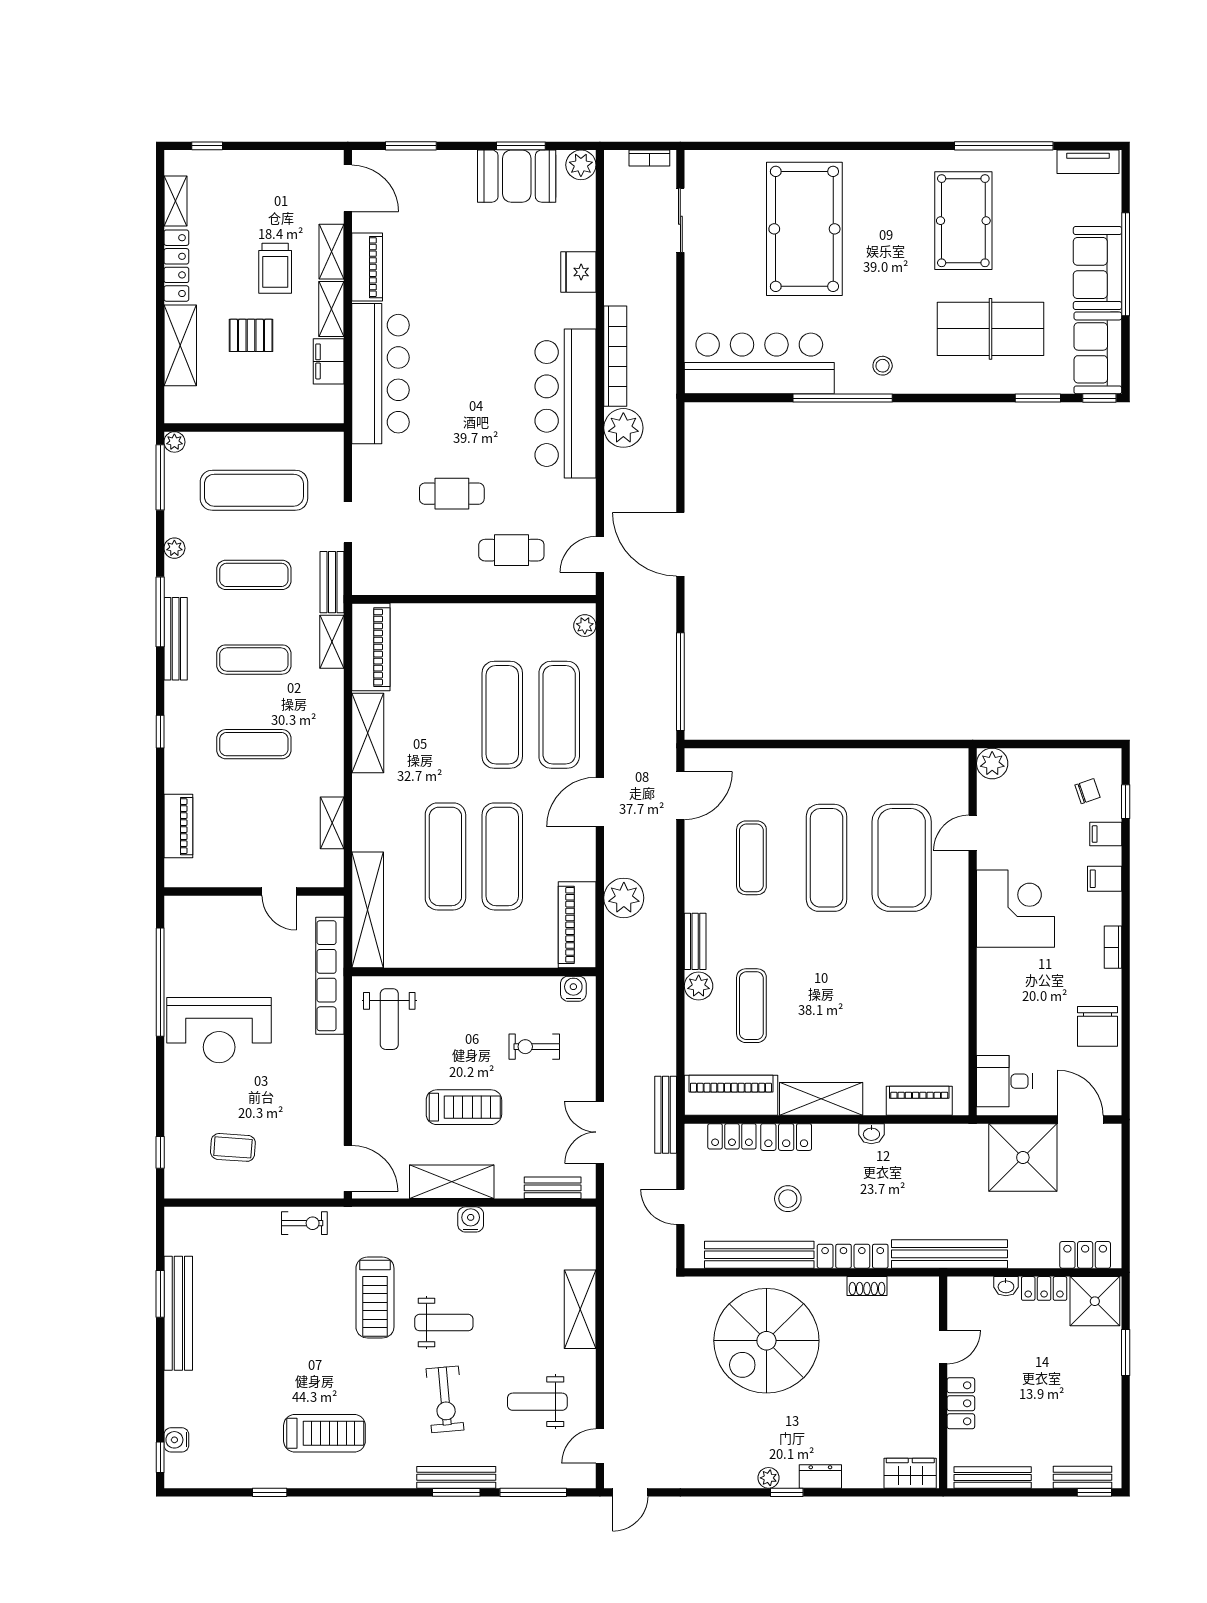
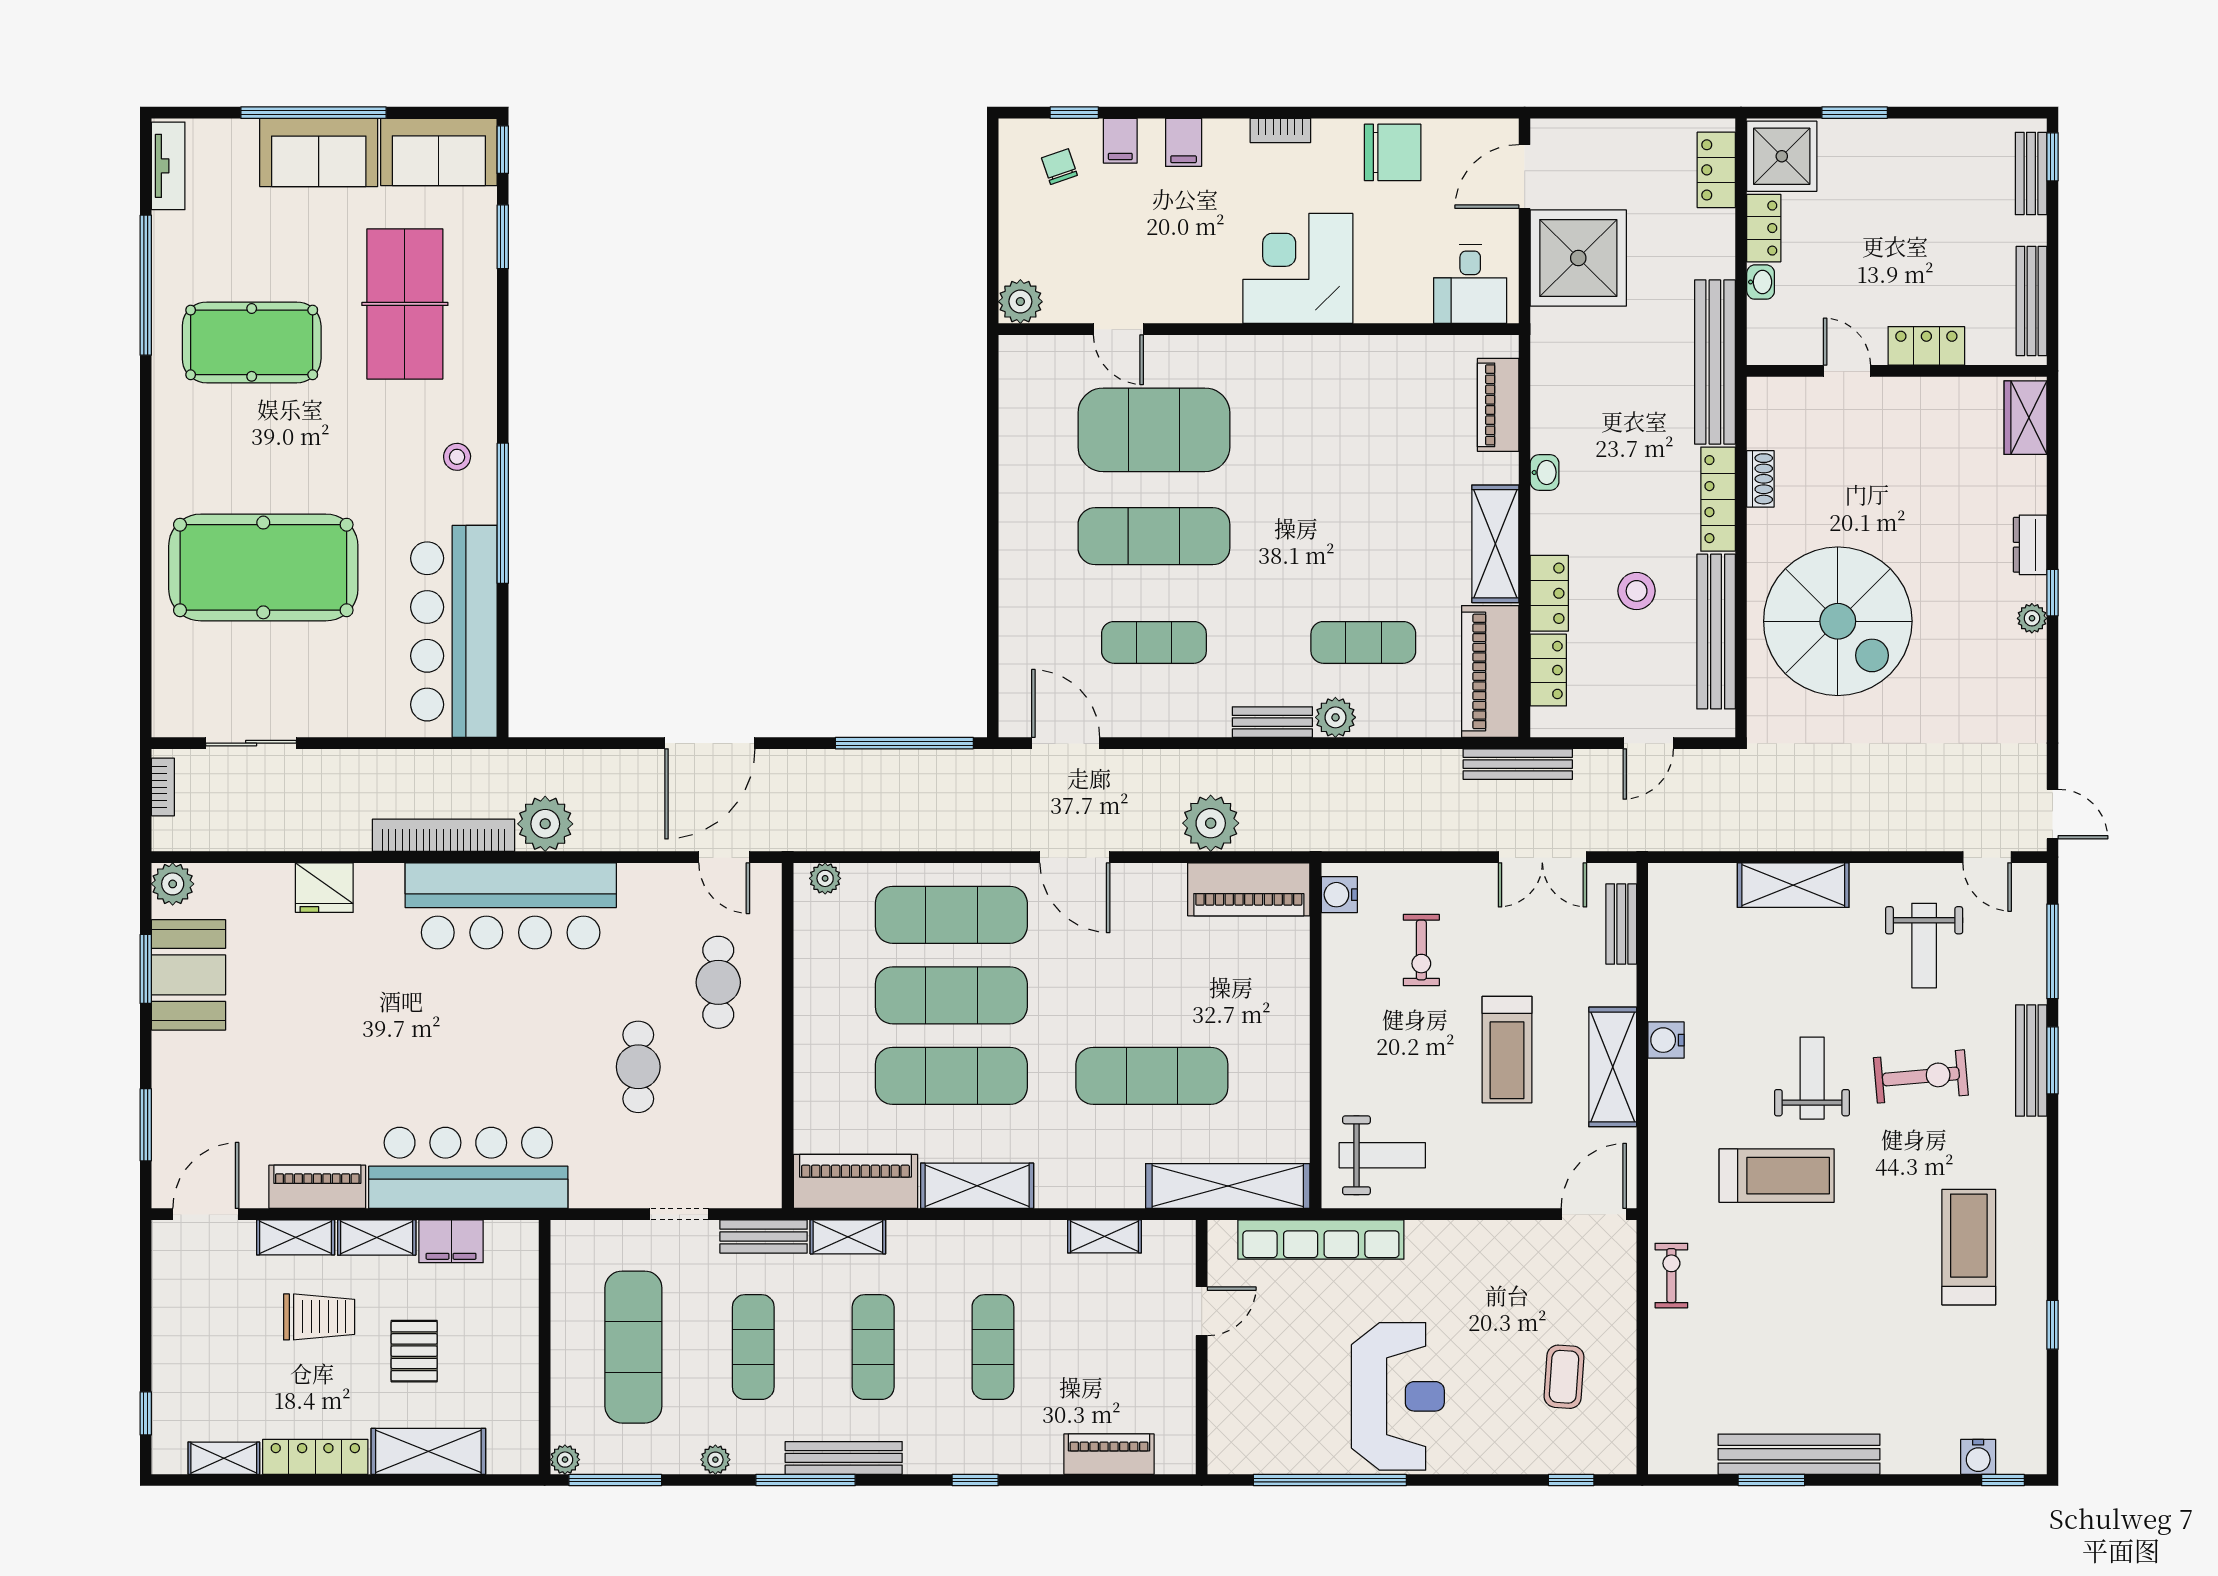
exercise mat: (502, 856) -> (951, 1076), moved
corner desk: (1016, 909) -> (1298, 268), moved
treadmill: (464, 1107) -> (1507, 1050), turned 180

